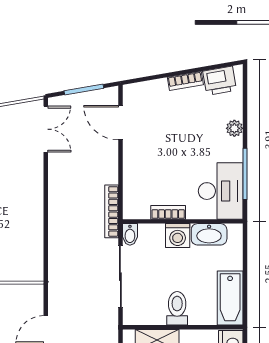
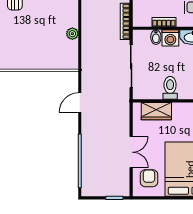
plant: (35, 229) -> (72, 34), added
bidet: (130, 234) -> (156, 37), moved

